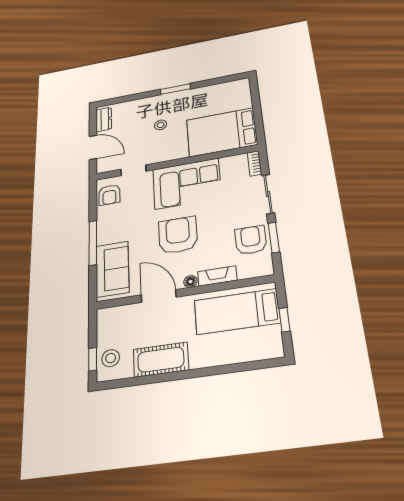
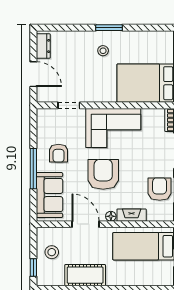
stool: (161, 125) -> (103, 51), moved
armchair: (109, 195) -> (59, 153), moved
stool: (111, 358) -> (52, 252), moved

